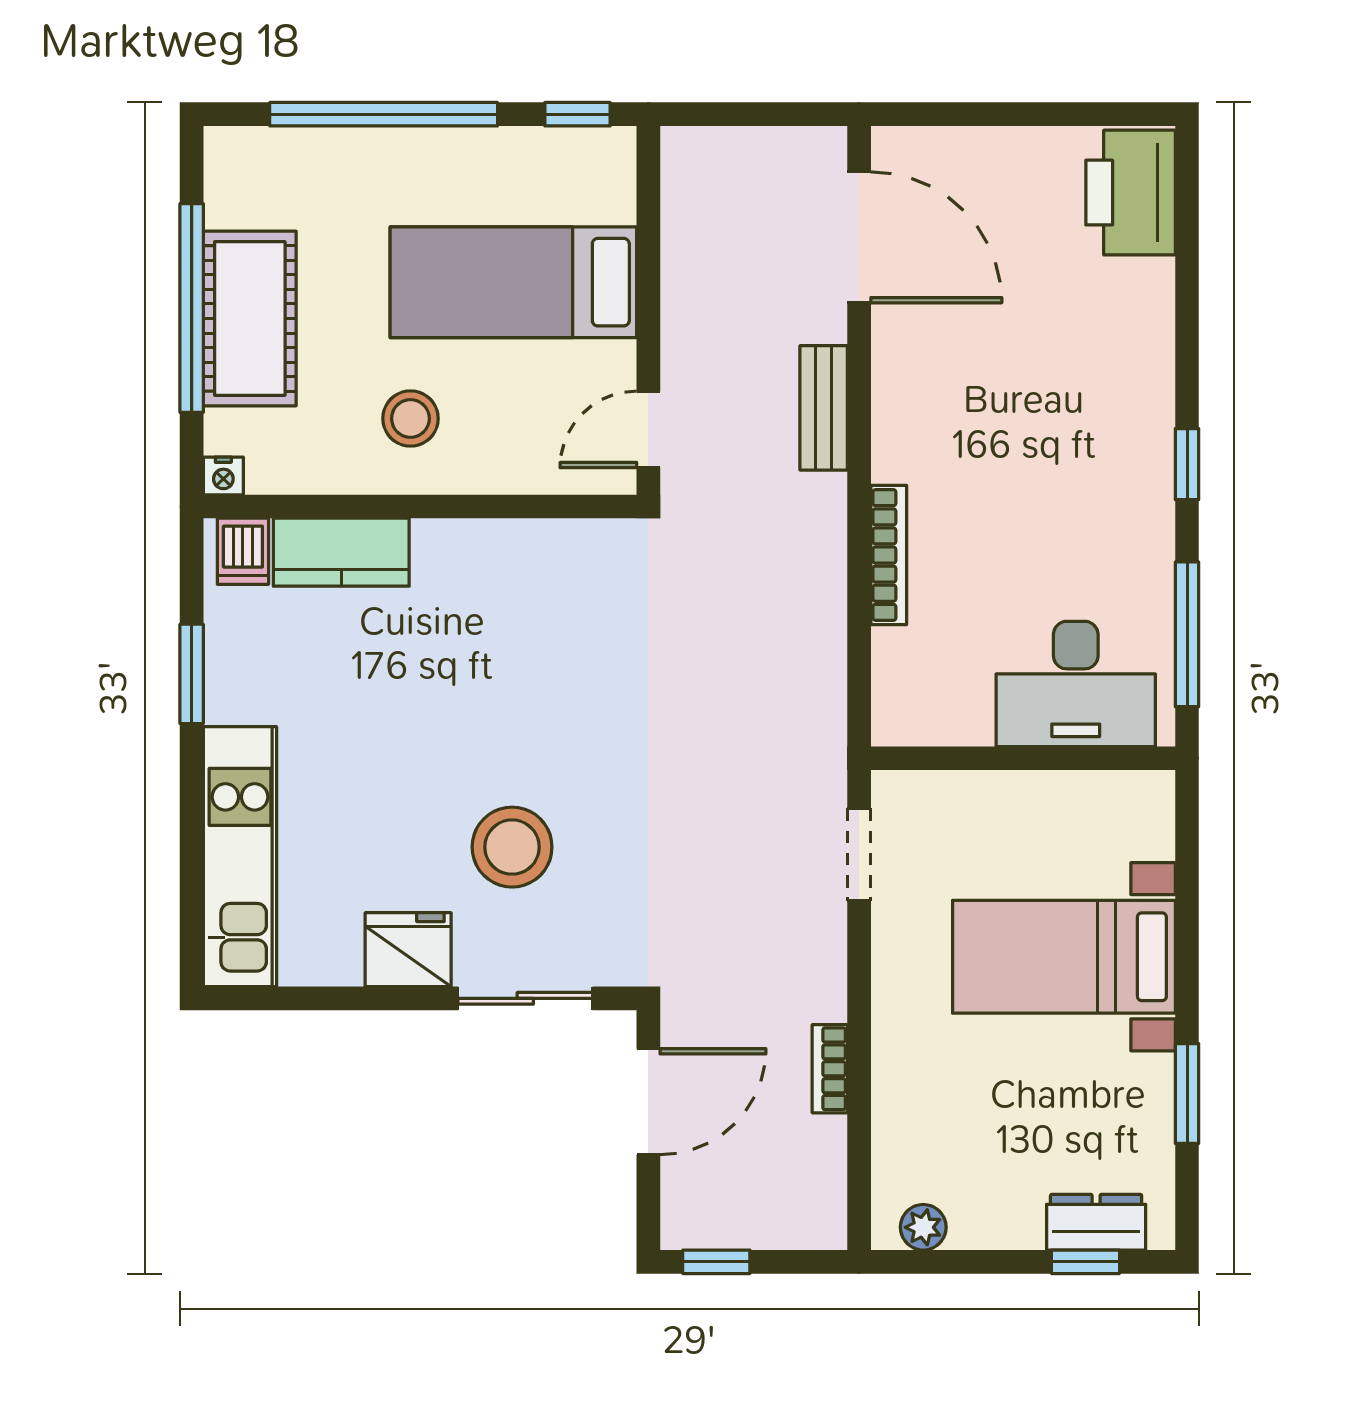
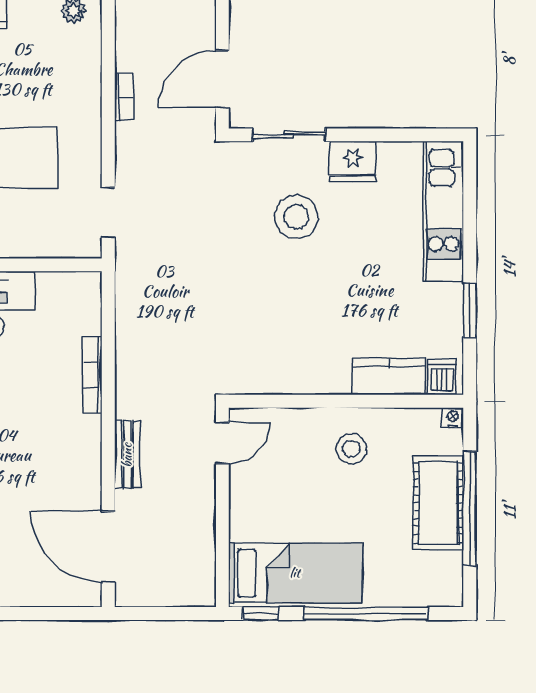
bed: (513, 282) -> (295, 573), moved

